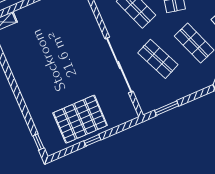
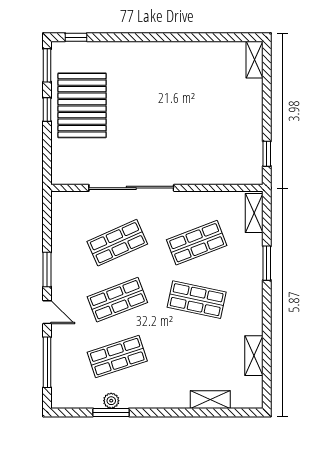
window: (167, 108) -> (47, 270), moved
window: (64, 152) -> (47, 65), added

